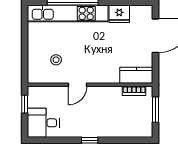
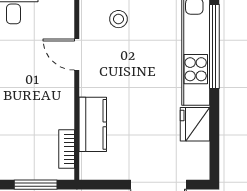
kitchen counter: (136, 75) -> (93, 124), moved

